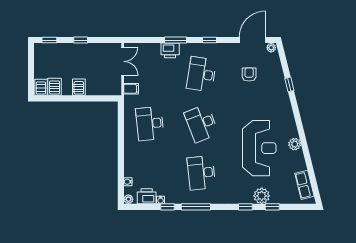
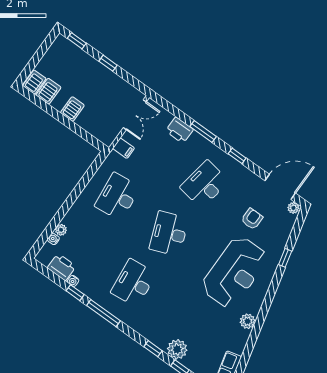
printer: (170, 50) -> (179, 130), moved
reception desk: (259, 148) -> (234, 272), moved
plant: (128, 199) -> (61, 230), moved

